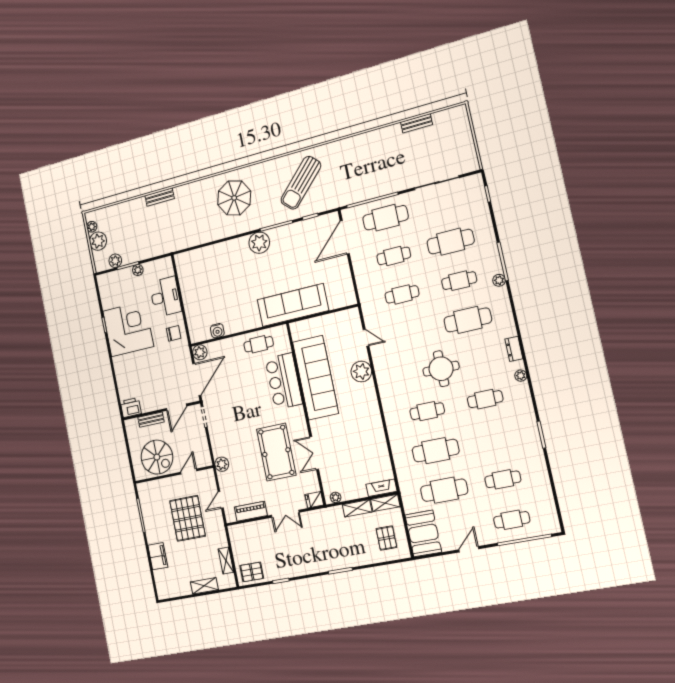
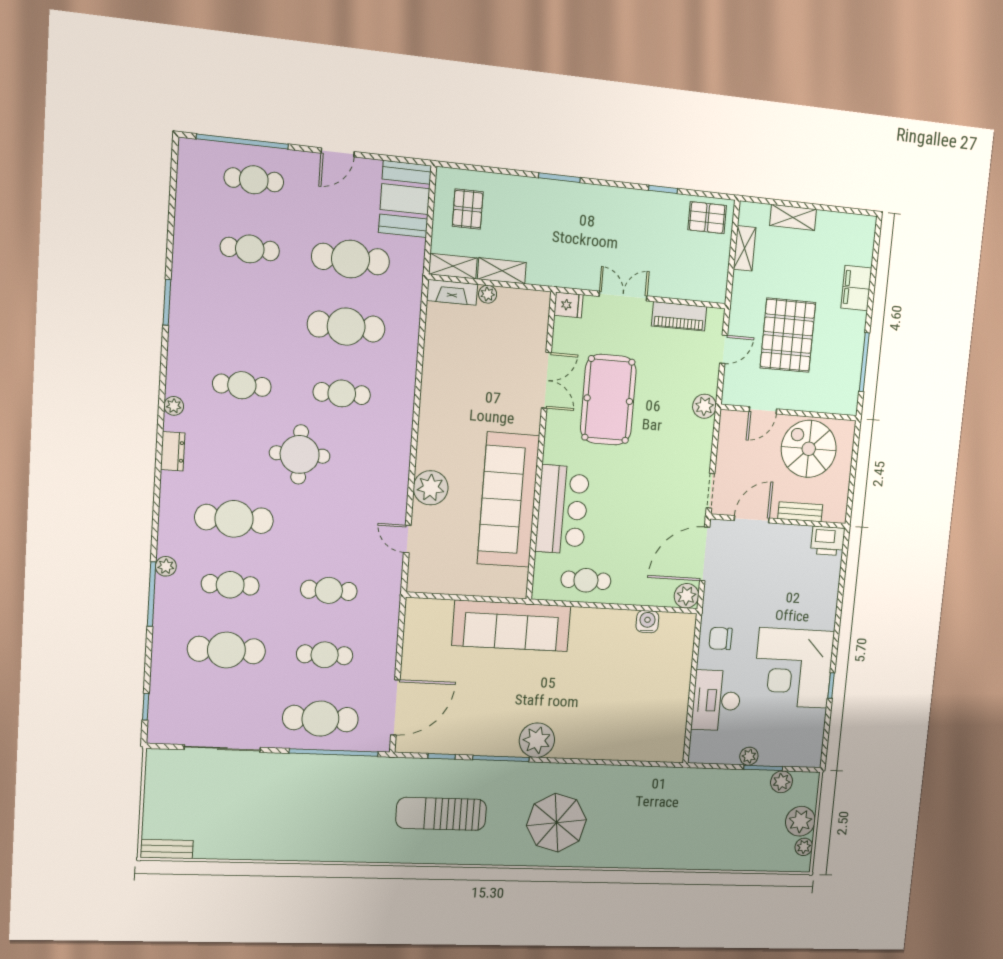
bench: (417, 123) -> (167, 849), moved
sun lounger: (301, 183) -> (441, 814), turned -134
bench: (160, 197) -> (678, 860), removed
plant: (336, 497) -> (488, 294), moved

